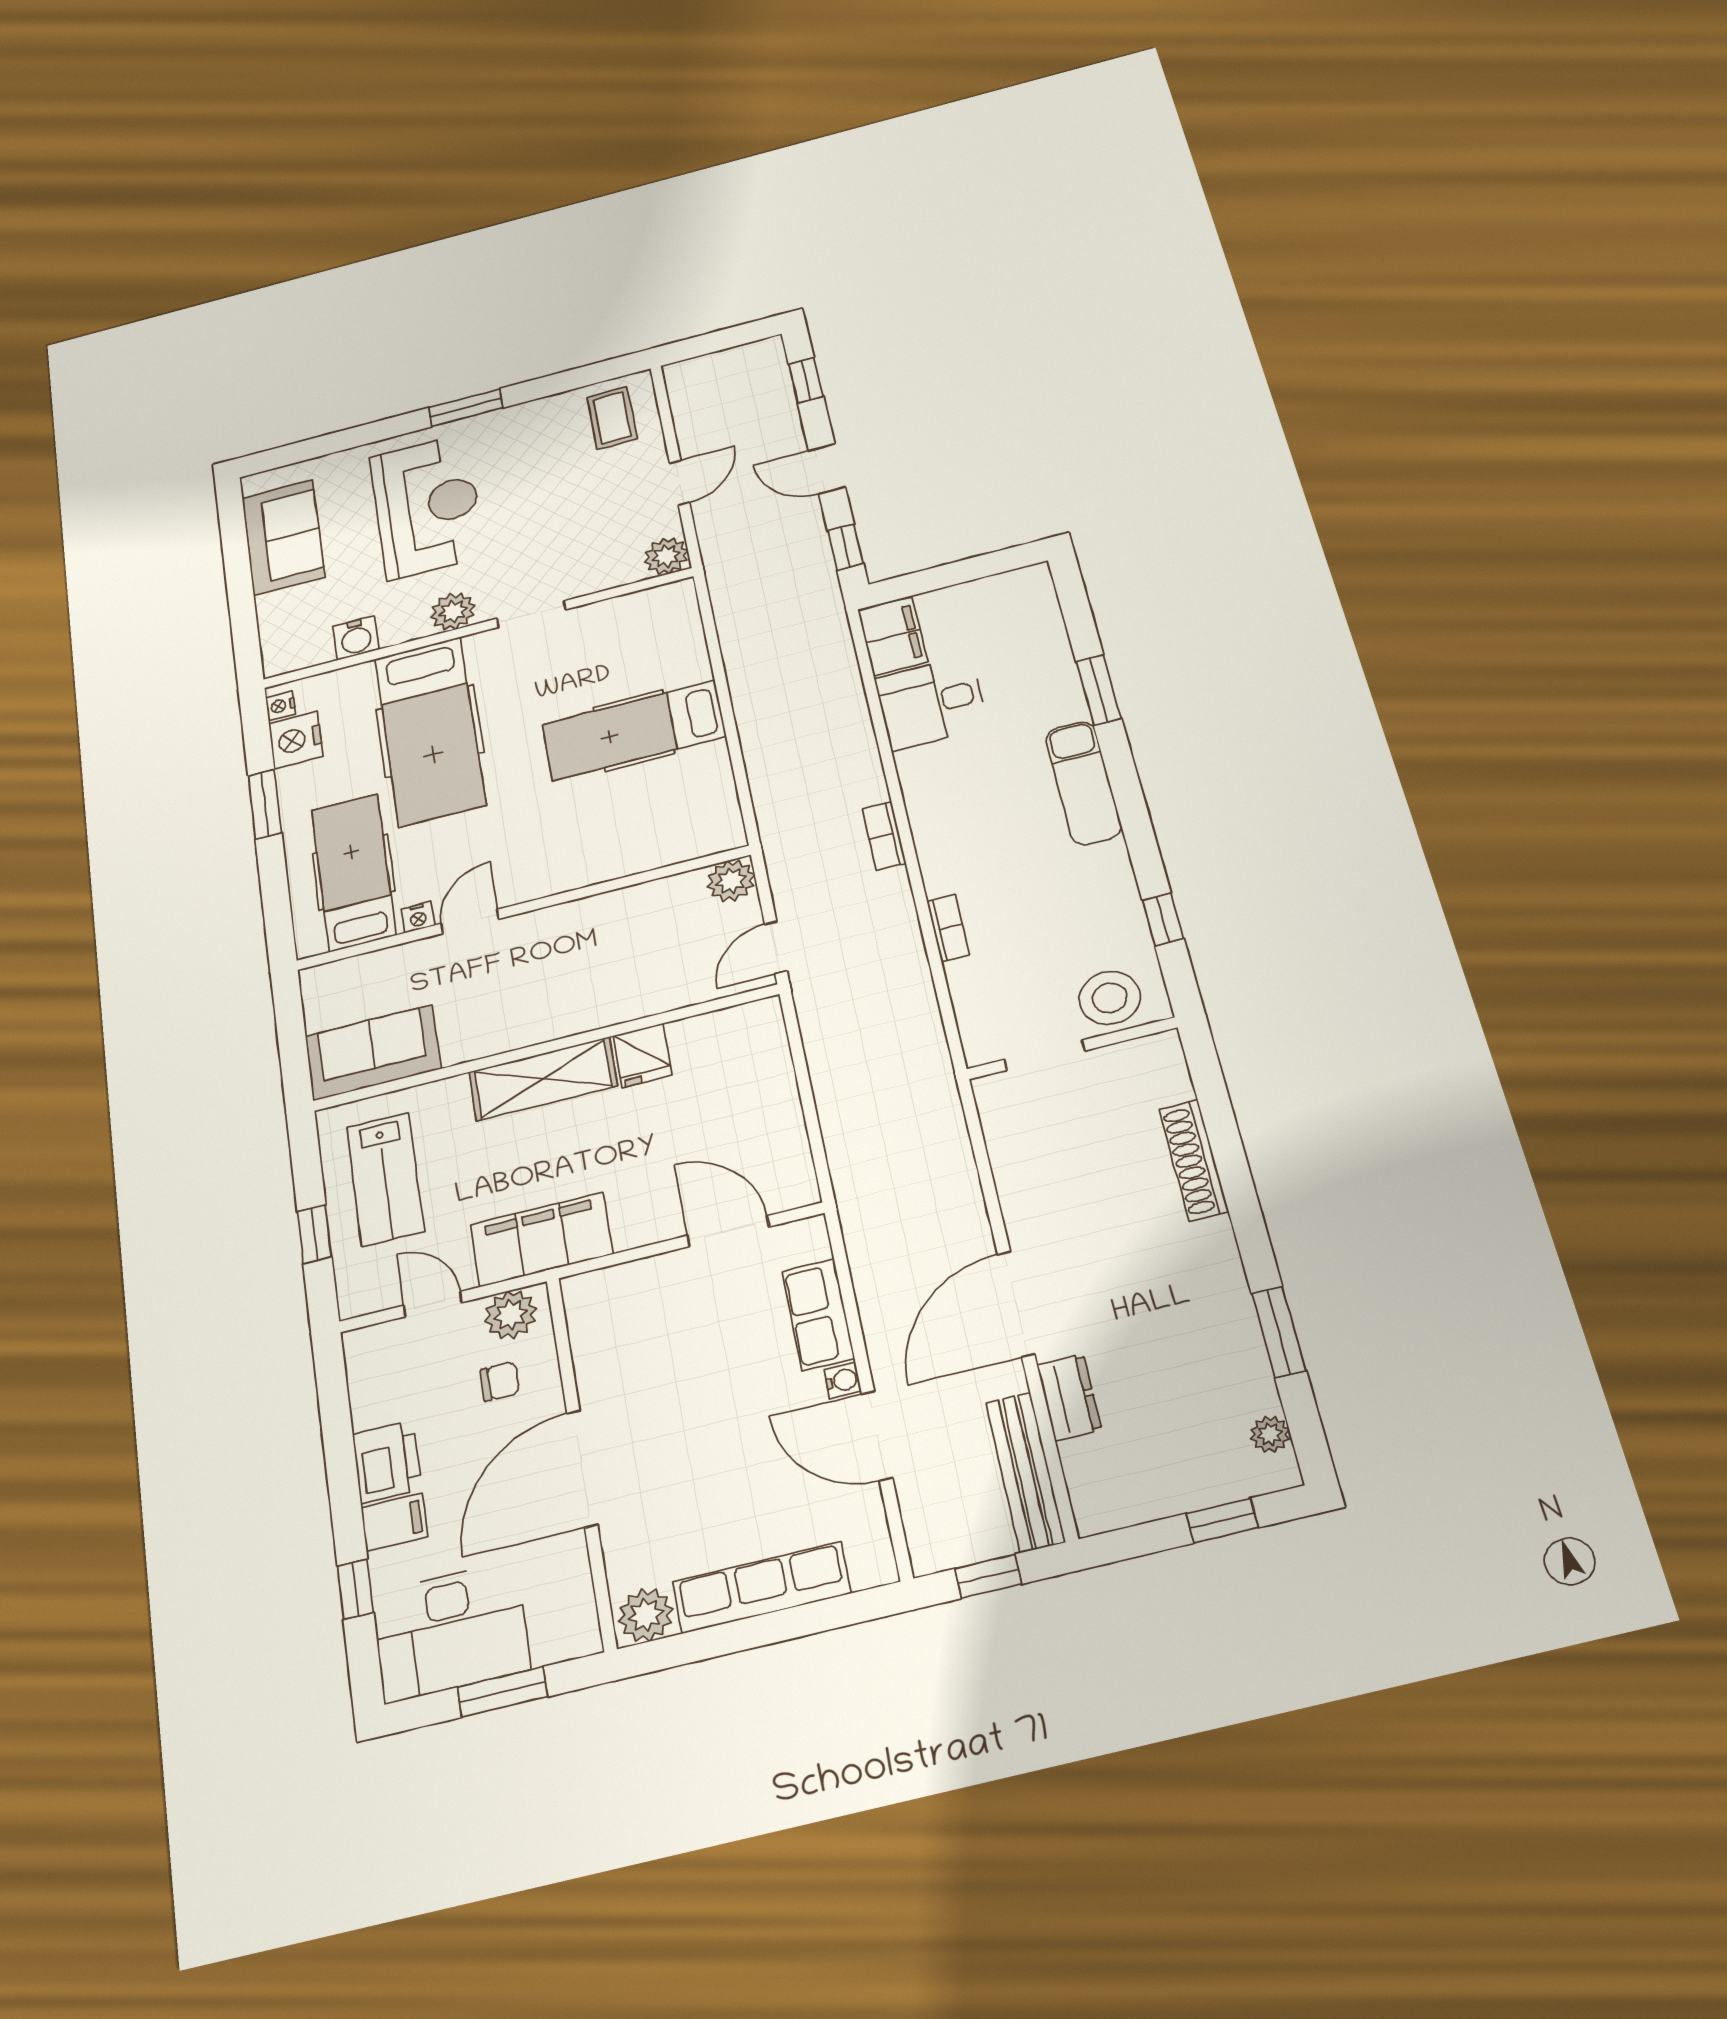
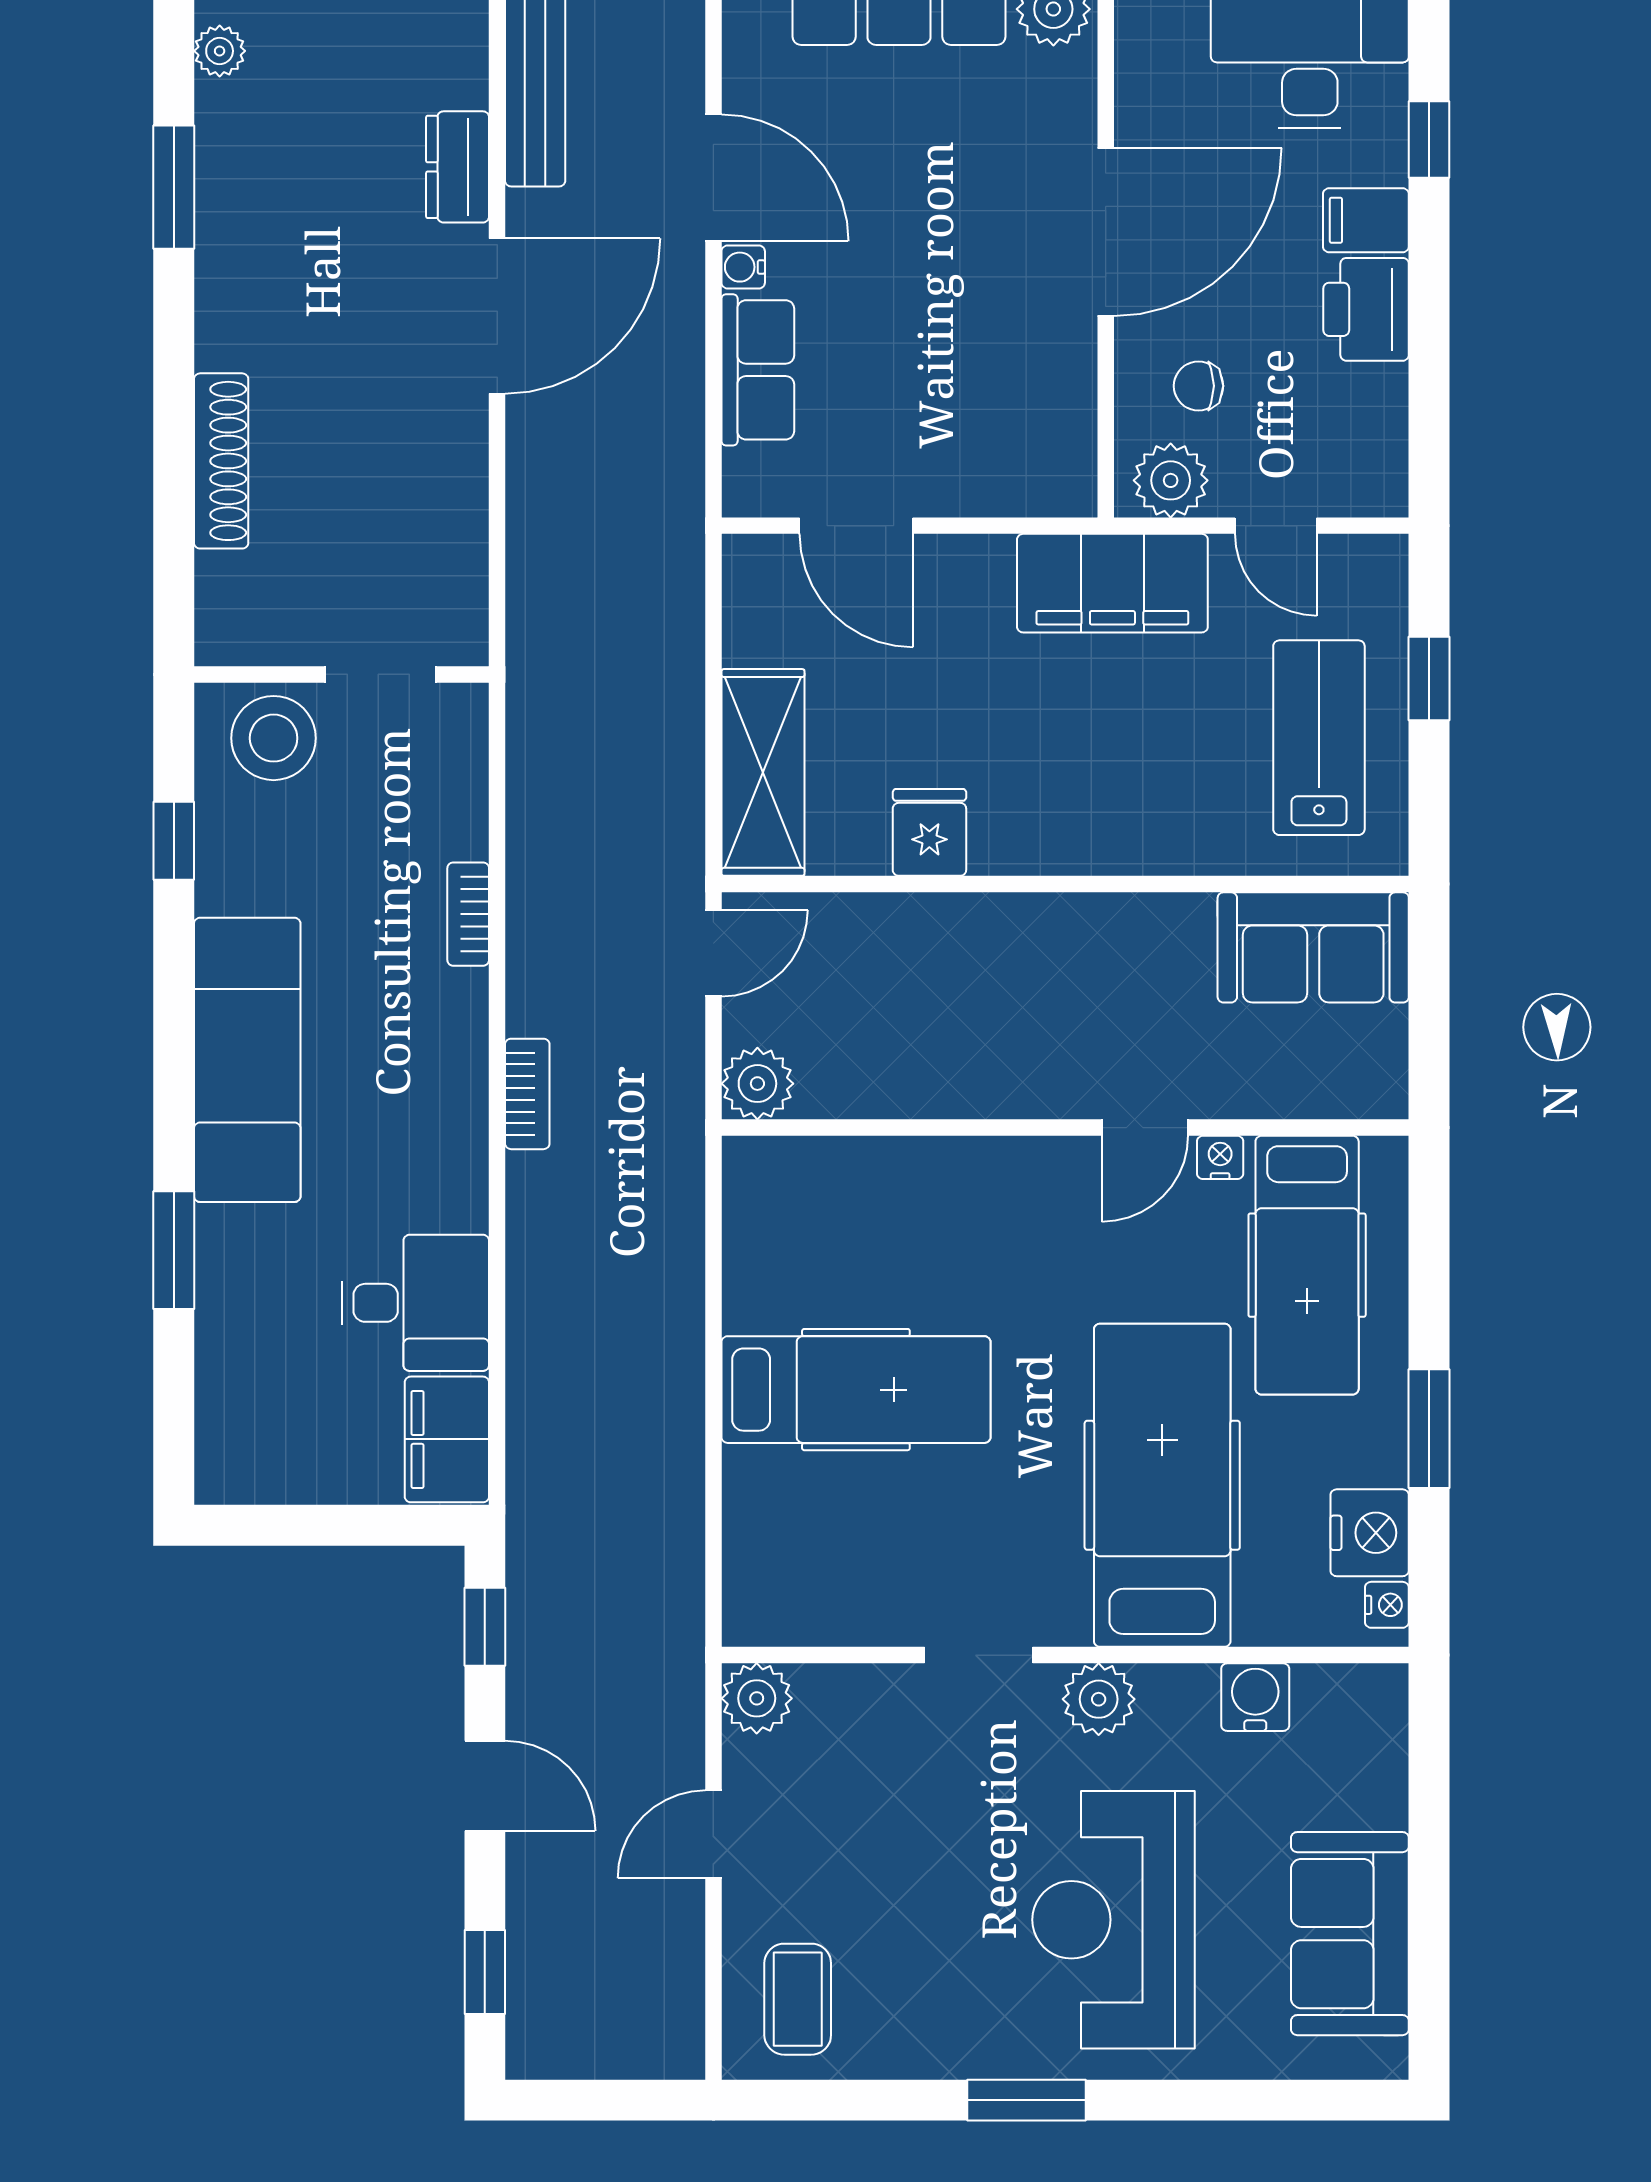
exam couch: (1083, 783) -> (247, 1060), width x1.36, depth x1.45
shelving: (543, 1079) -> (763, 772), moved, turned 90

